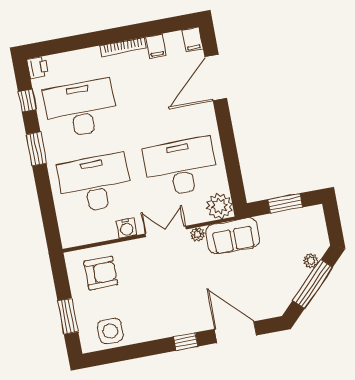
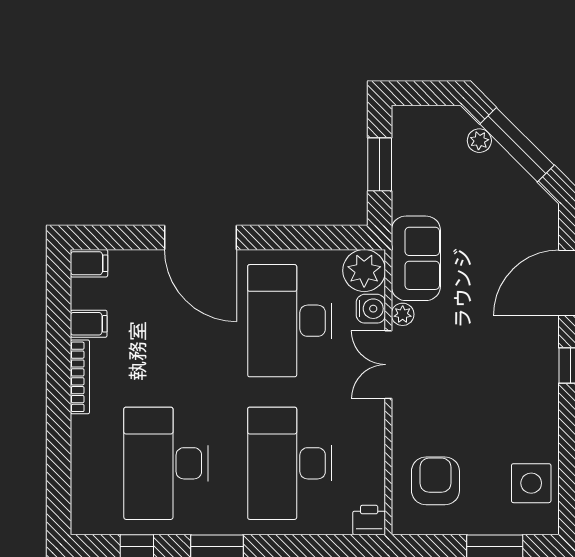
printer: (38, 67) -> (369, 520), moved
door: (216, 77) -> (200, 237), moved
water cooler: (126, 228) -> (371, 309), moved

